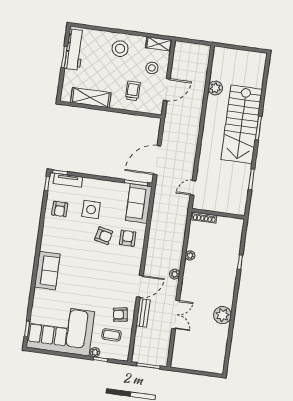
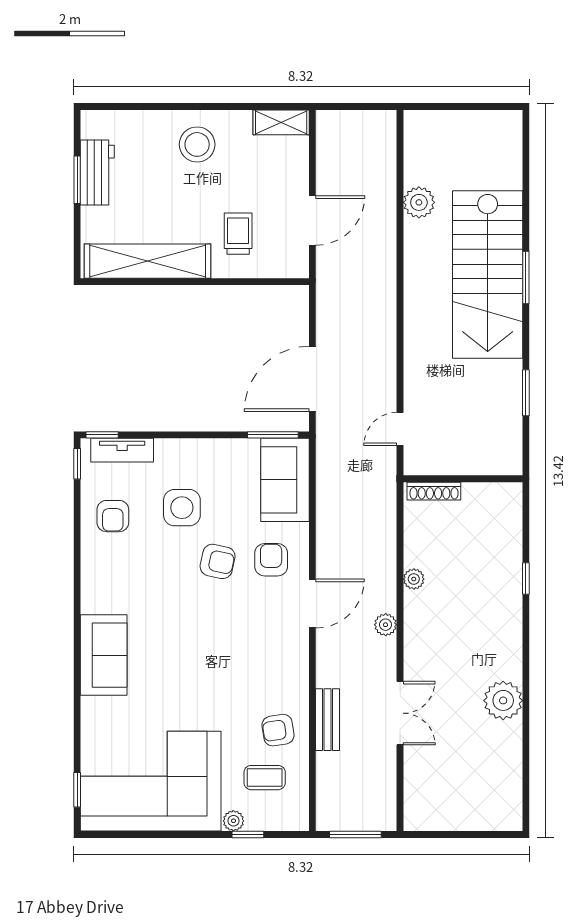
workbench: (74, 50) -> (97, 172), width x0.73
stool: (152, 68) -> (273, 177), removed
shelving: (91, 98) -> (148, 261), width x1.47
door: (140, 286) -> (312, 604), moved

